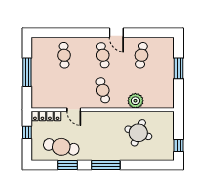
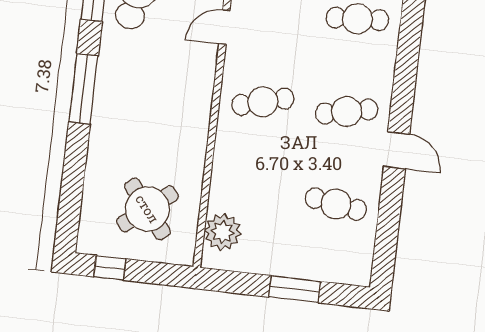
door: (116, 33) -> (397, 150), swing flipped
plant: (135, 101) -> (223, 232), moved
round table: (138, 133) -> (147, 209), moved, turned 31

